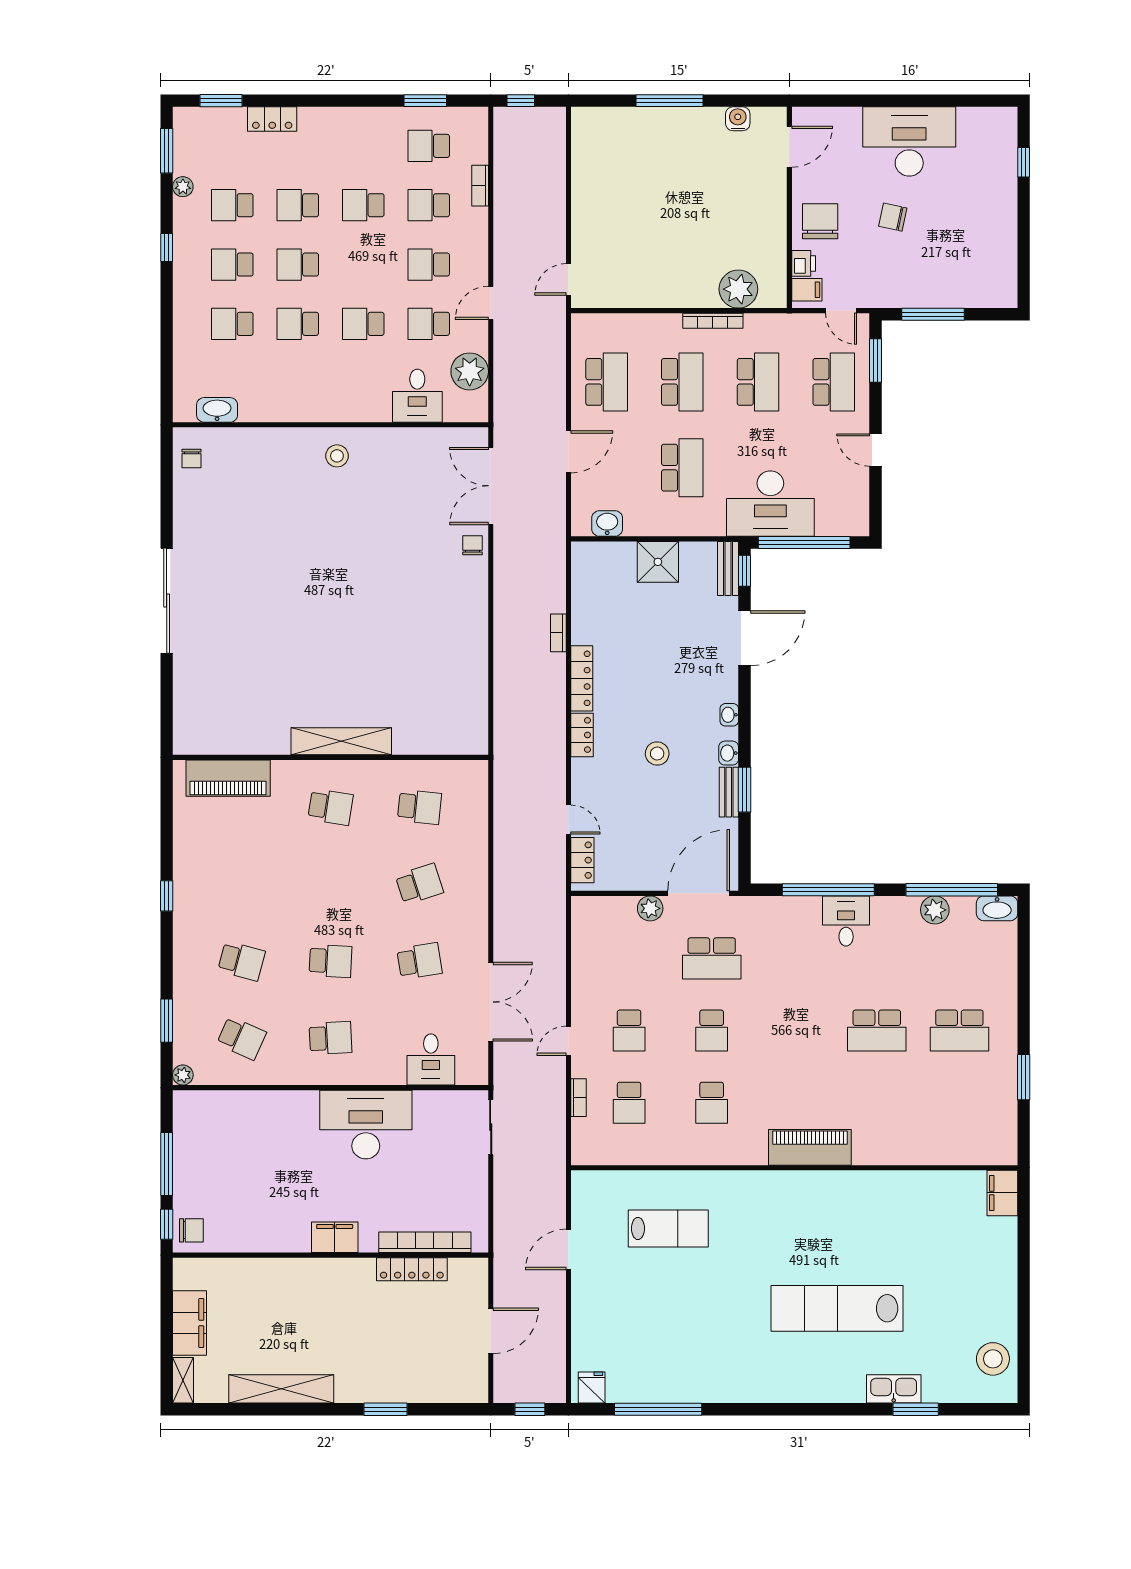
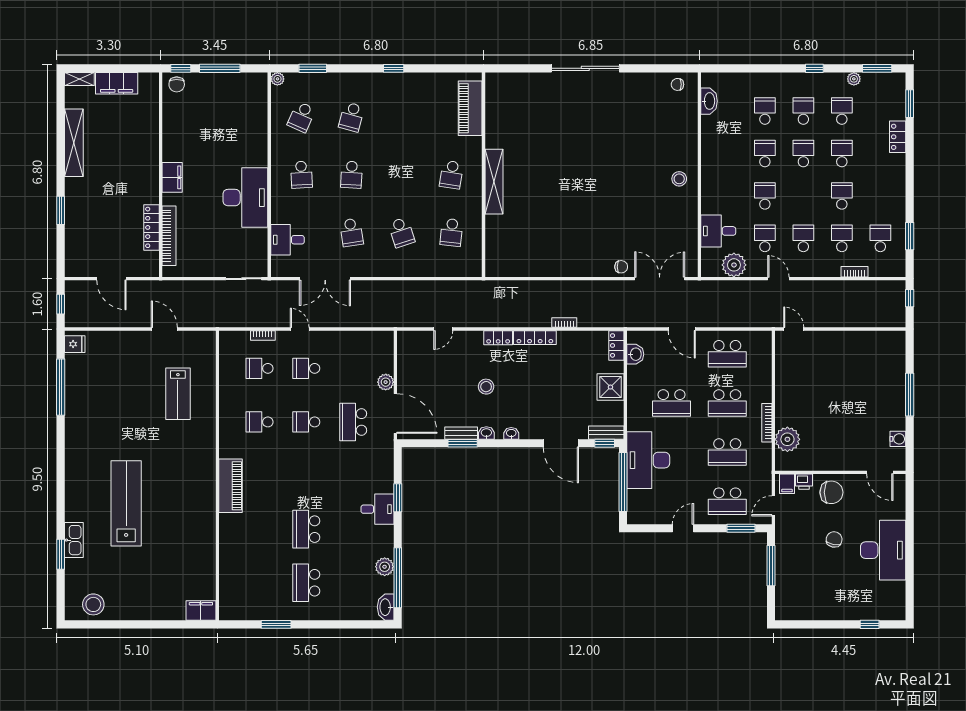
locker: (582, 860) -> (616, 345), moved, turned 90
window: (828, 890) -> (398, 498), width x0.47

